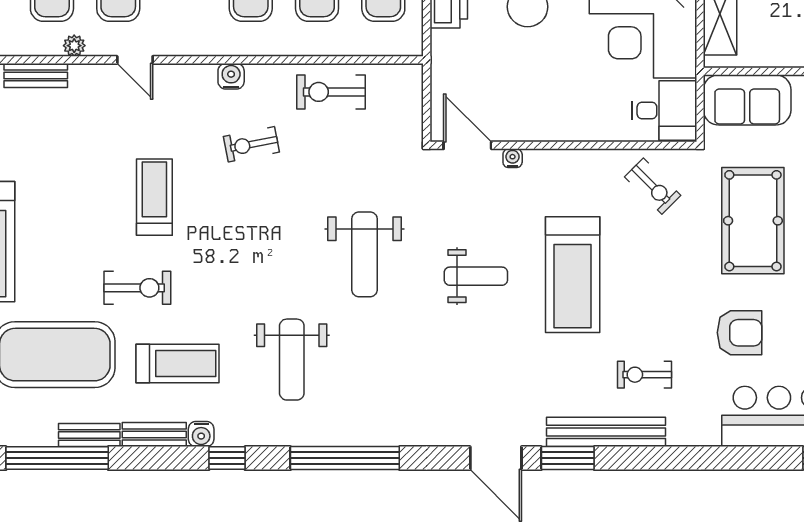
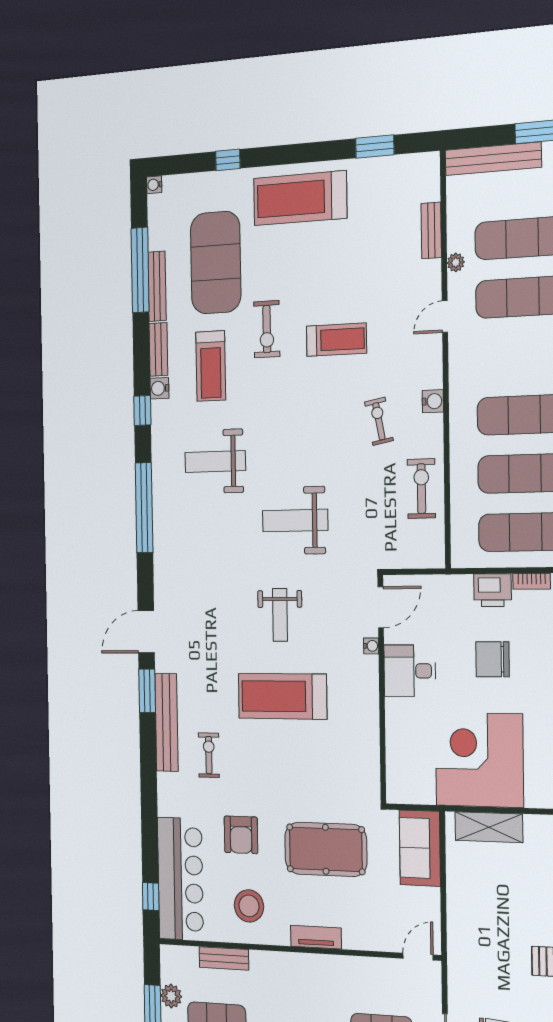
desk: (664, 110) -> (410, 671), moved, turned 90
exercise bike: (653, 186) -> (351, 765), removed
bench: (89, 435) -> (157, 286), width x1.36

